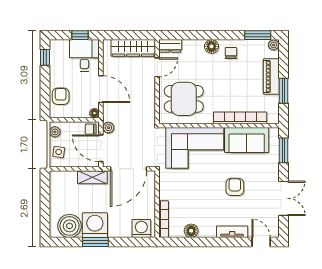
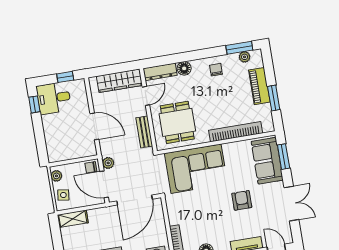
plant: (274, 45) -> (245, 57), moved
dresser: (170, 46) -> (160, 72), width x1.44
floor lamp: (211, 46) -> (184, 68), moved
desk: (84, 55) -> (54, 98), moved, turned -90
armchair: (61, 96) -> (56, 140), removed
dining table: (184, 99) -> (177, 122), turned 90
bench: (149, 103) -> (144, 132), added
floor lamp: (94, 113) -> (92, 151), removed
sofa: (247, 140) -> (267, 161), moved, turned 90
shelving: (92, 177) -> (73, 219), moved

